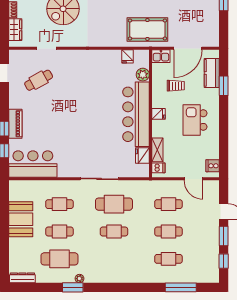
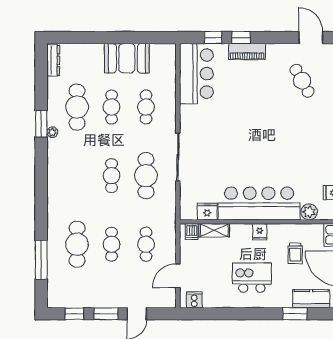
cafe table: (168, 259) -> (77, 244), width x1.37, depth x1.35

